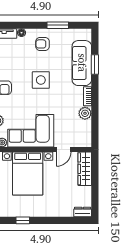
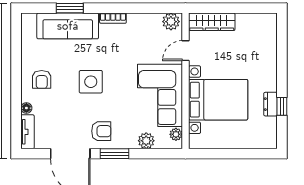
window: (58, 25) -> (16, 59), removed
plant: (85, 113) -> (171, 22), moved
door: (64, 150) -> (185, 51), swing flipped
dresser: (83, 212) -> (271, 104), moved

